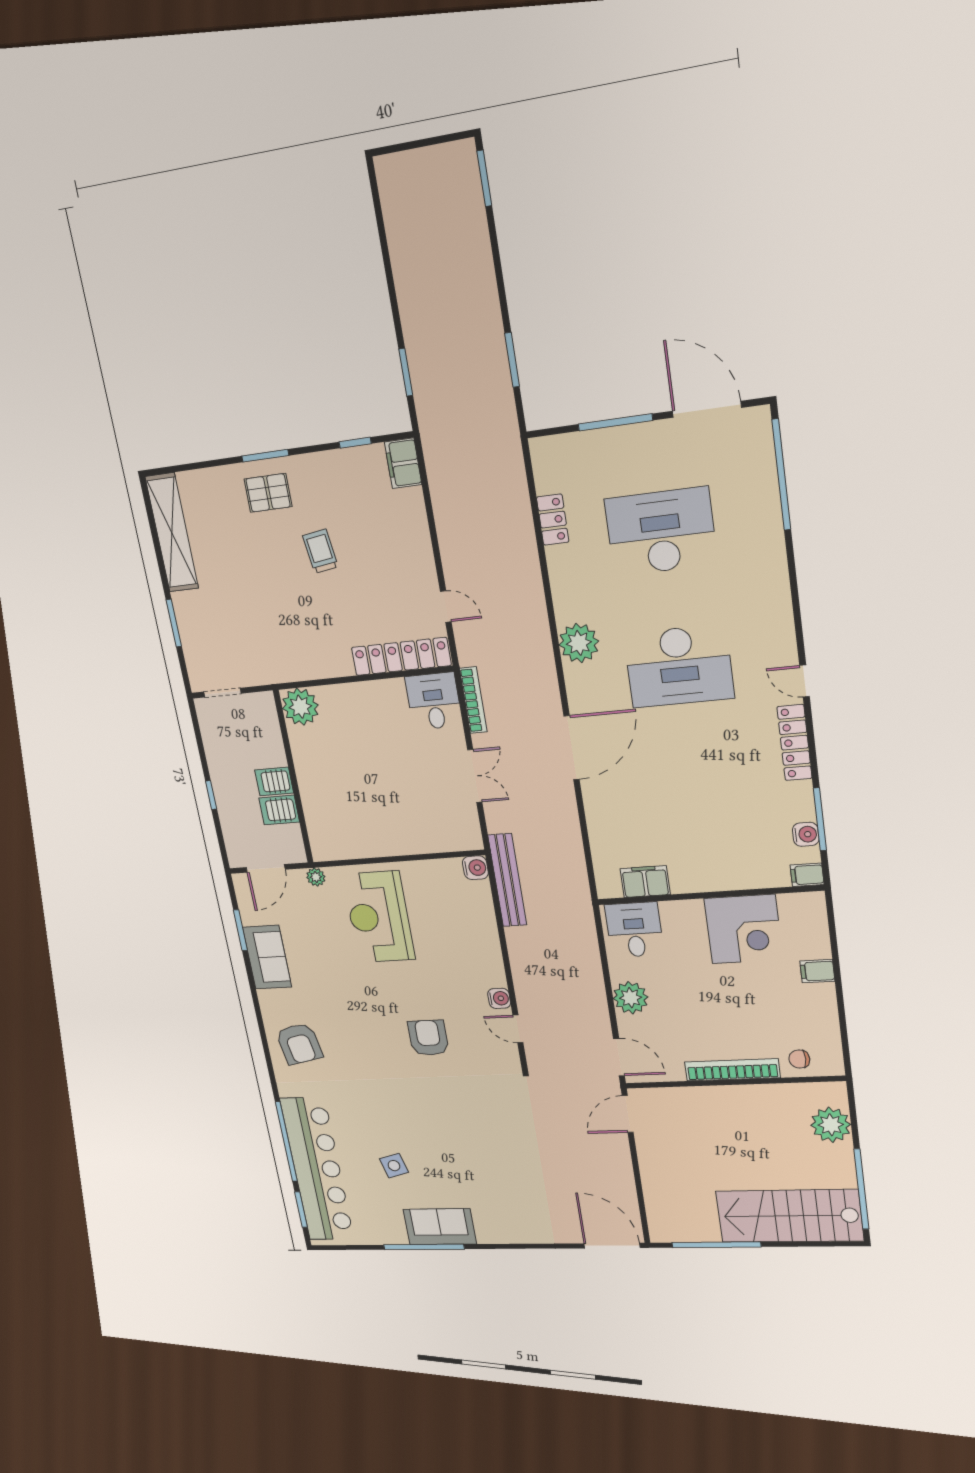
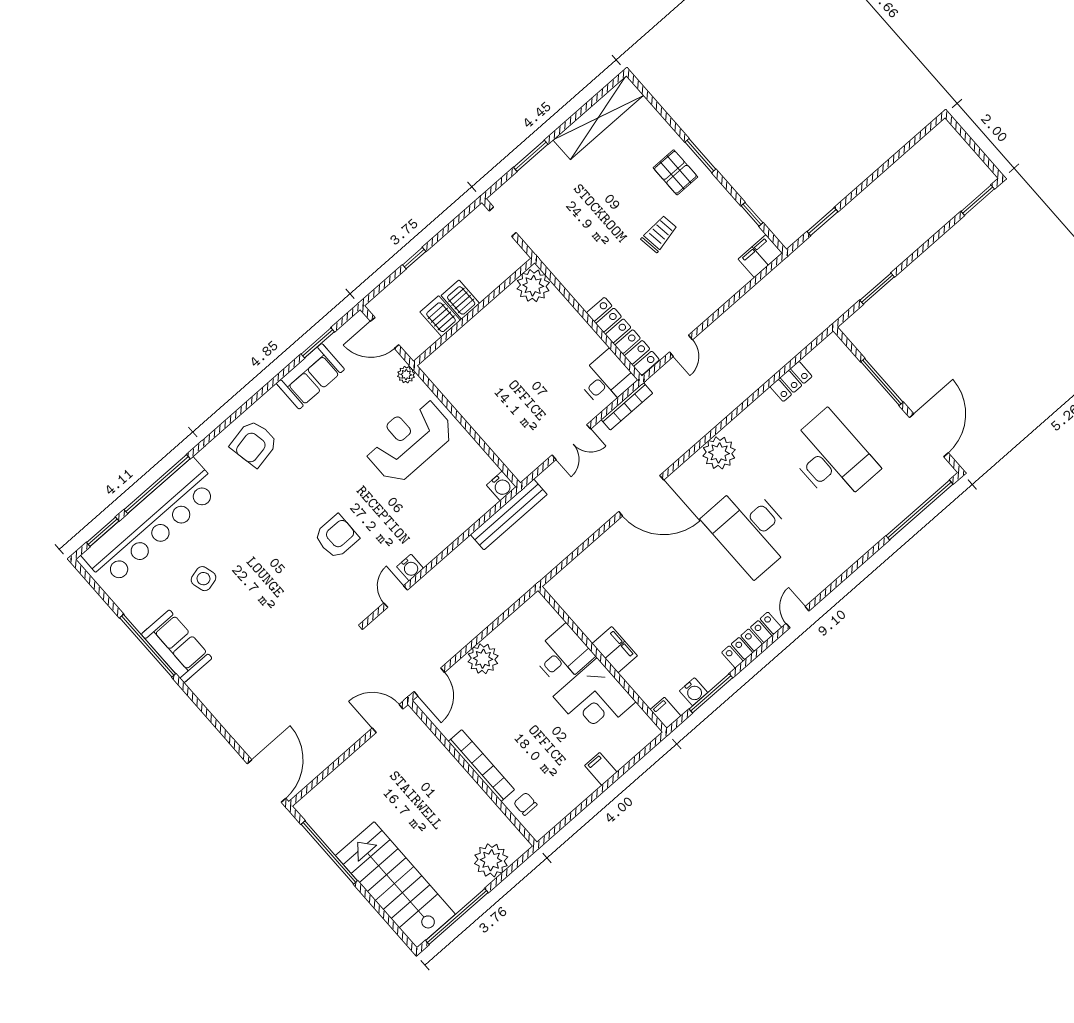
filing cabinet: (645, 882) -> (615, 650), moved
desk: (634, 930) -> (563, 655), moved

